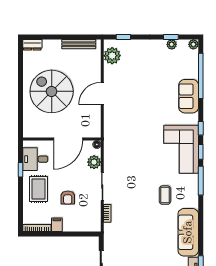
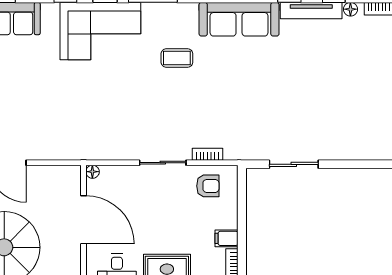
plant: (94, 162) -> (122, 176), removed
armchair: (68, 198) -> (208, 186), moved

